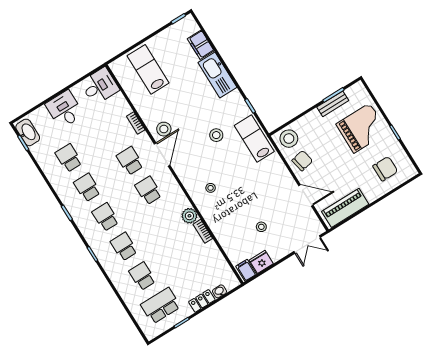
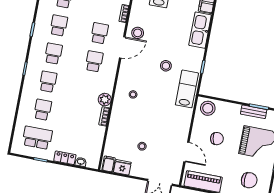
chair: (302, 161) -> (217, 139), moved

